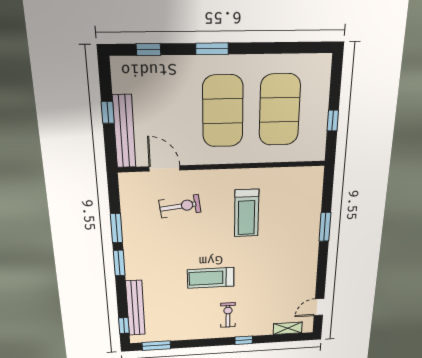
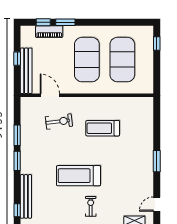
window: (212, 49) -> (65, 22), moved
piano: (159, 66) -> (49, 32), added
window: (333, 121) -> (157, 43), moved
treadmill: (247, 213) -> (103, 128), turned 90
window: (325, 227) -> (157, 161), moved
treadmill: (211, 278) -> (79, 176), width x1.37, depth x1.38

